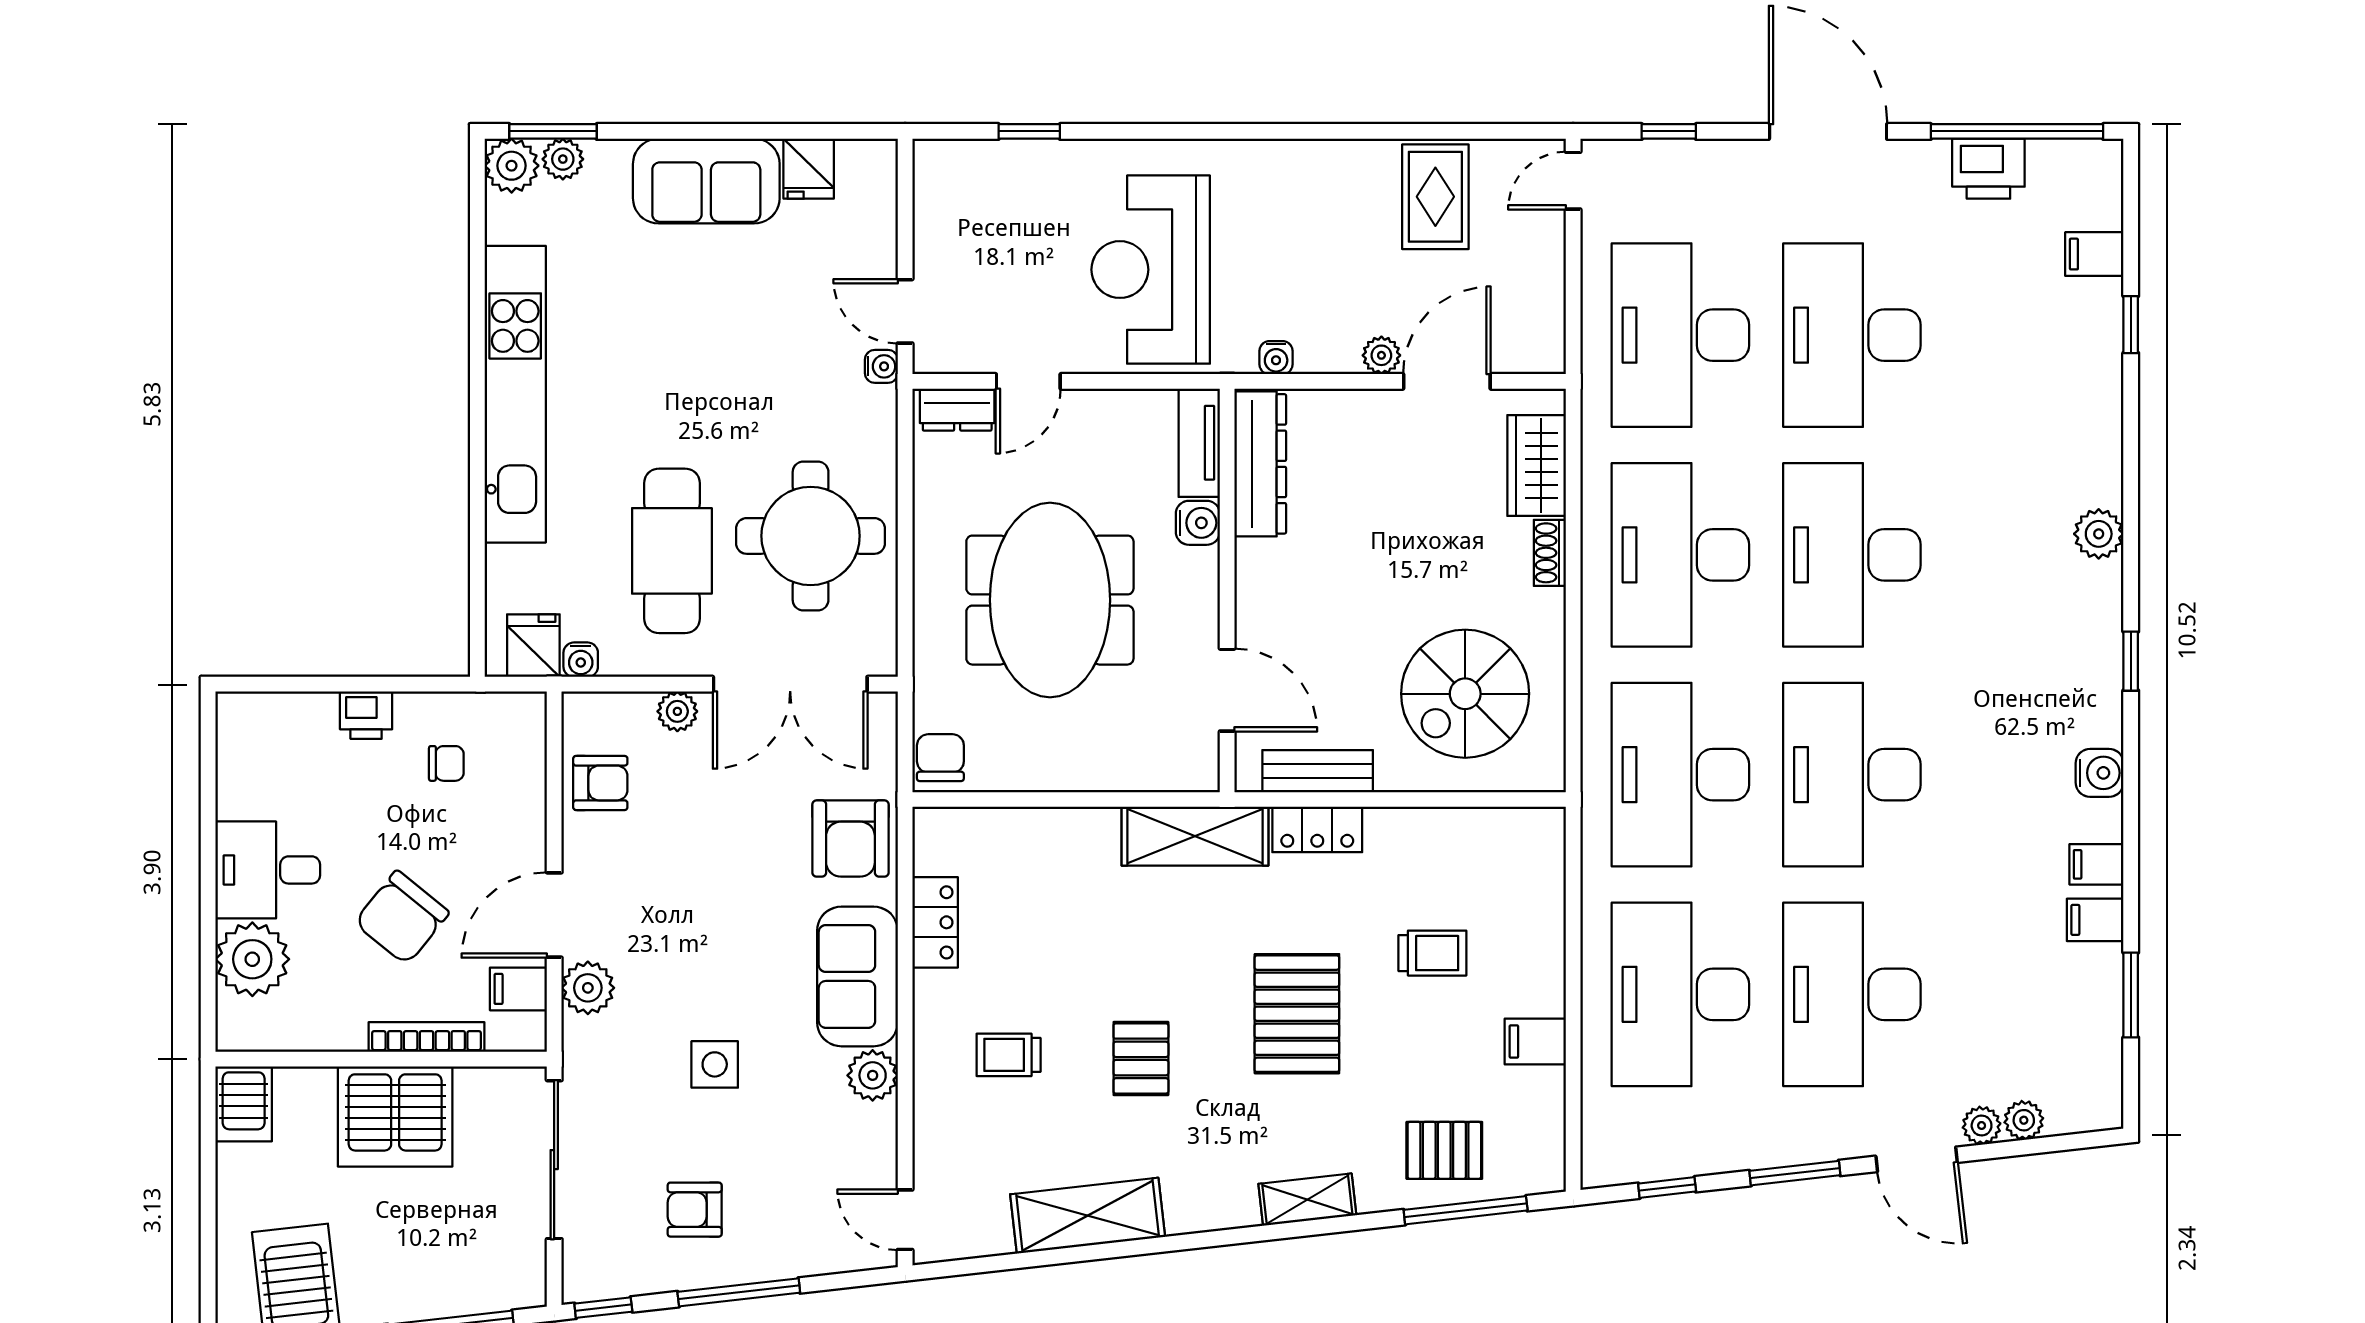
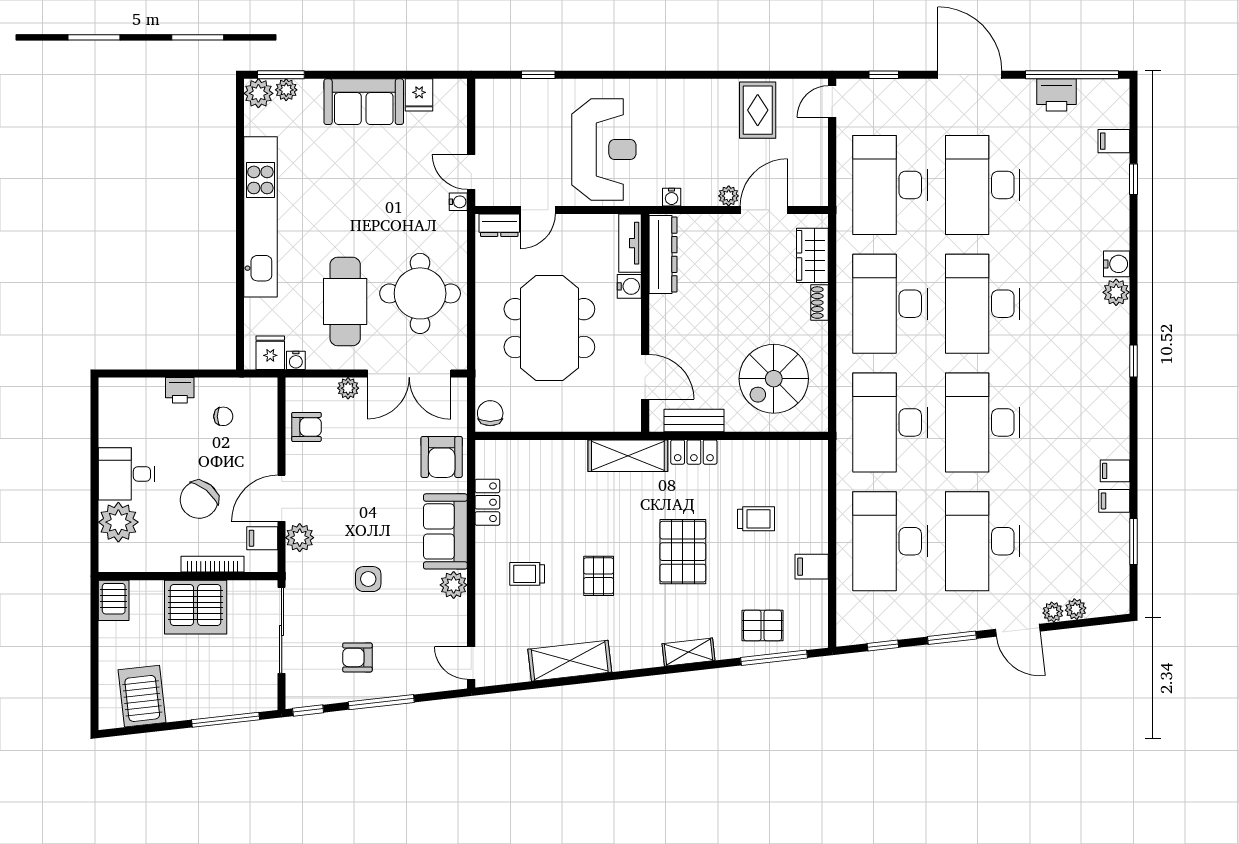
reception desk: (1151, 270) -> (604, 149), turned 180
water cooler: (2100, 773) -> (1117, 264), moved

